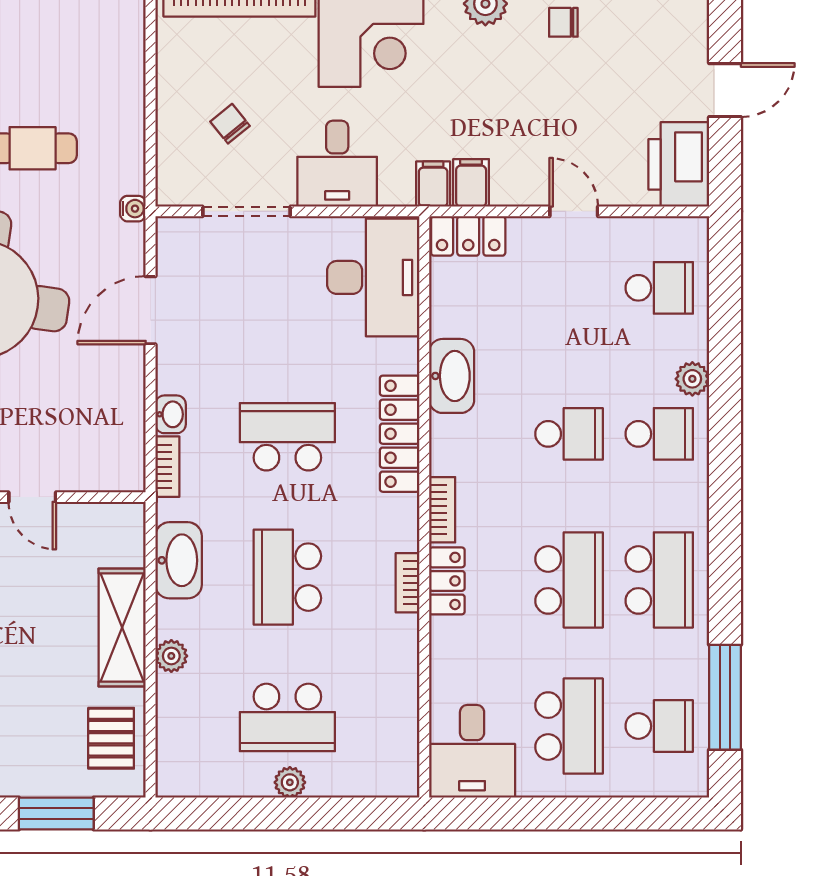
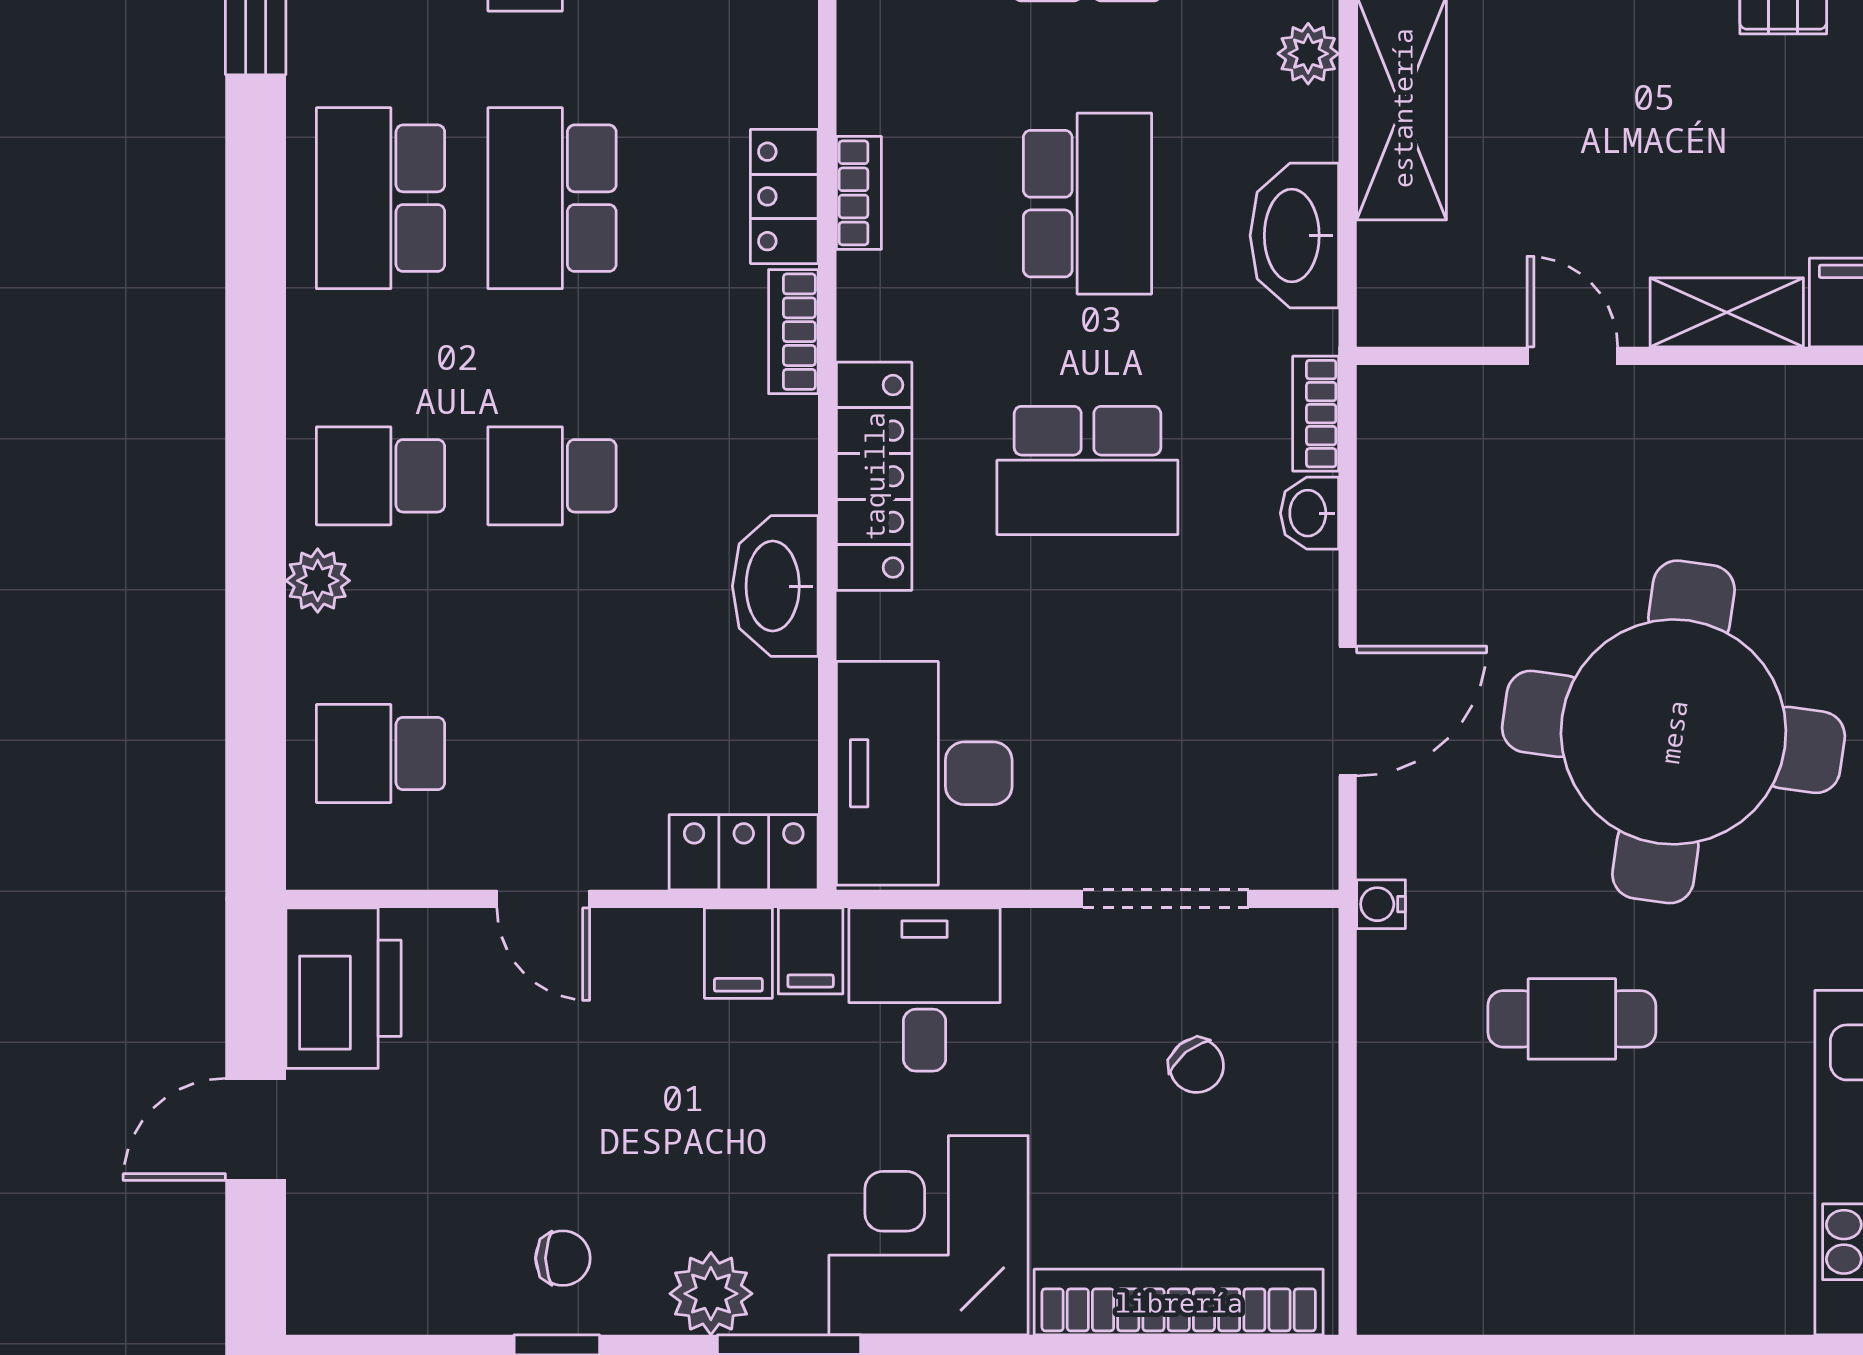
desk: (337, 164) -> (924, 990), moved

